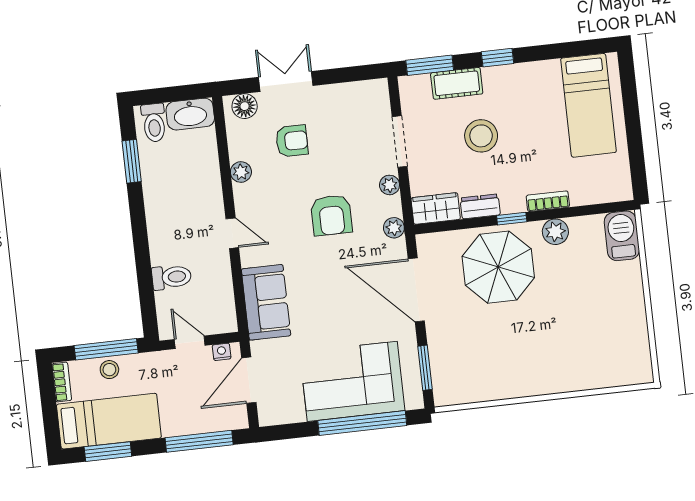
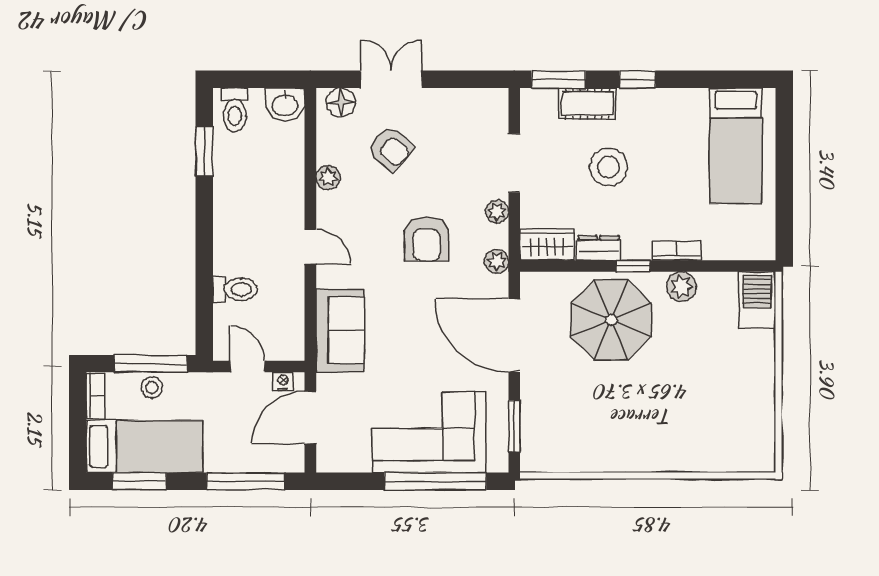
washbasin: (190, 114) -> (285, 105), width x0.72
armchair: (292, 141) -> (391, 148), turned 40

